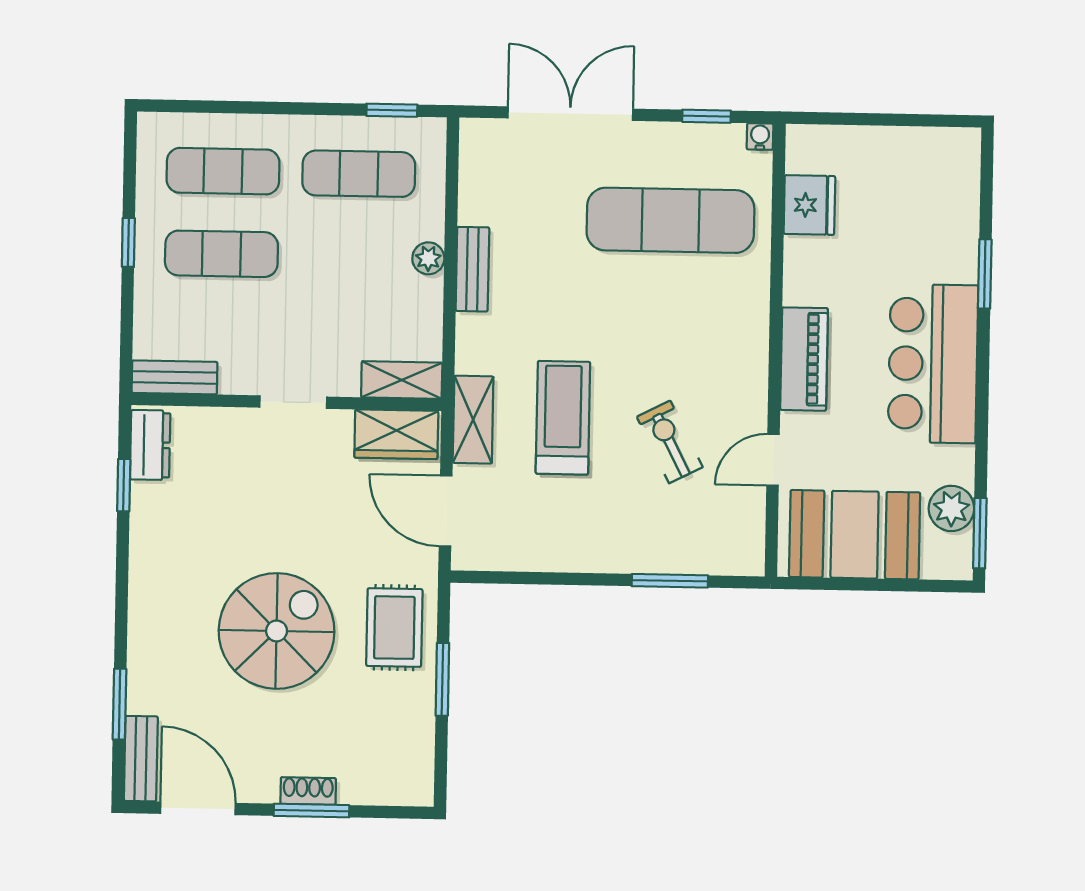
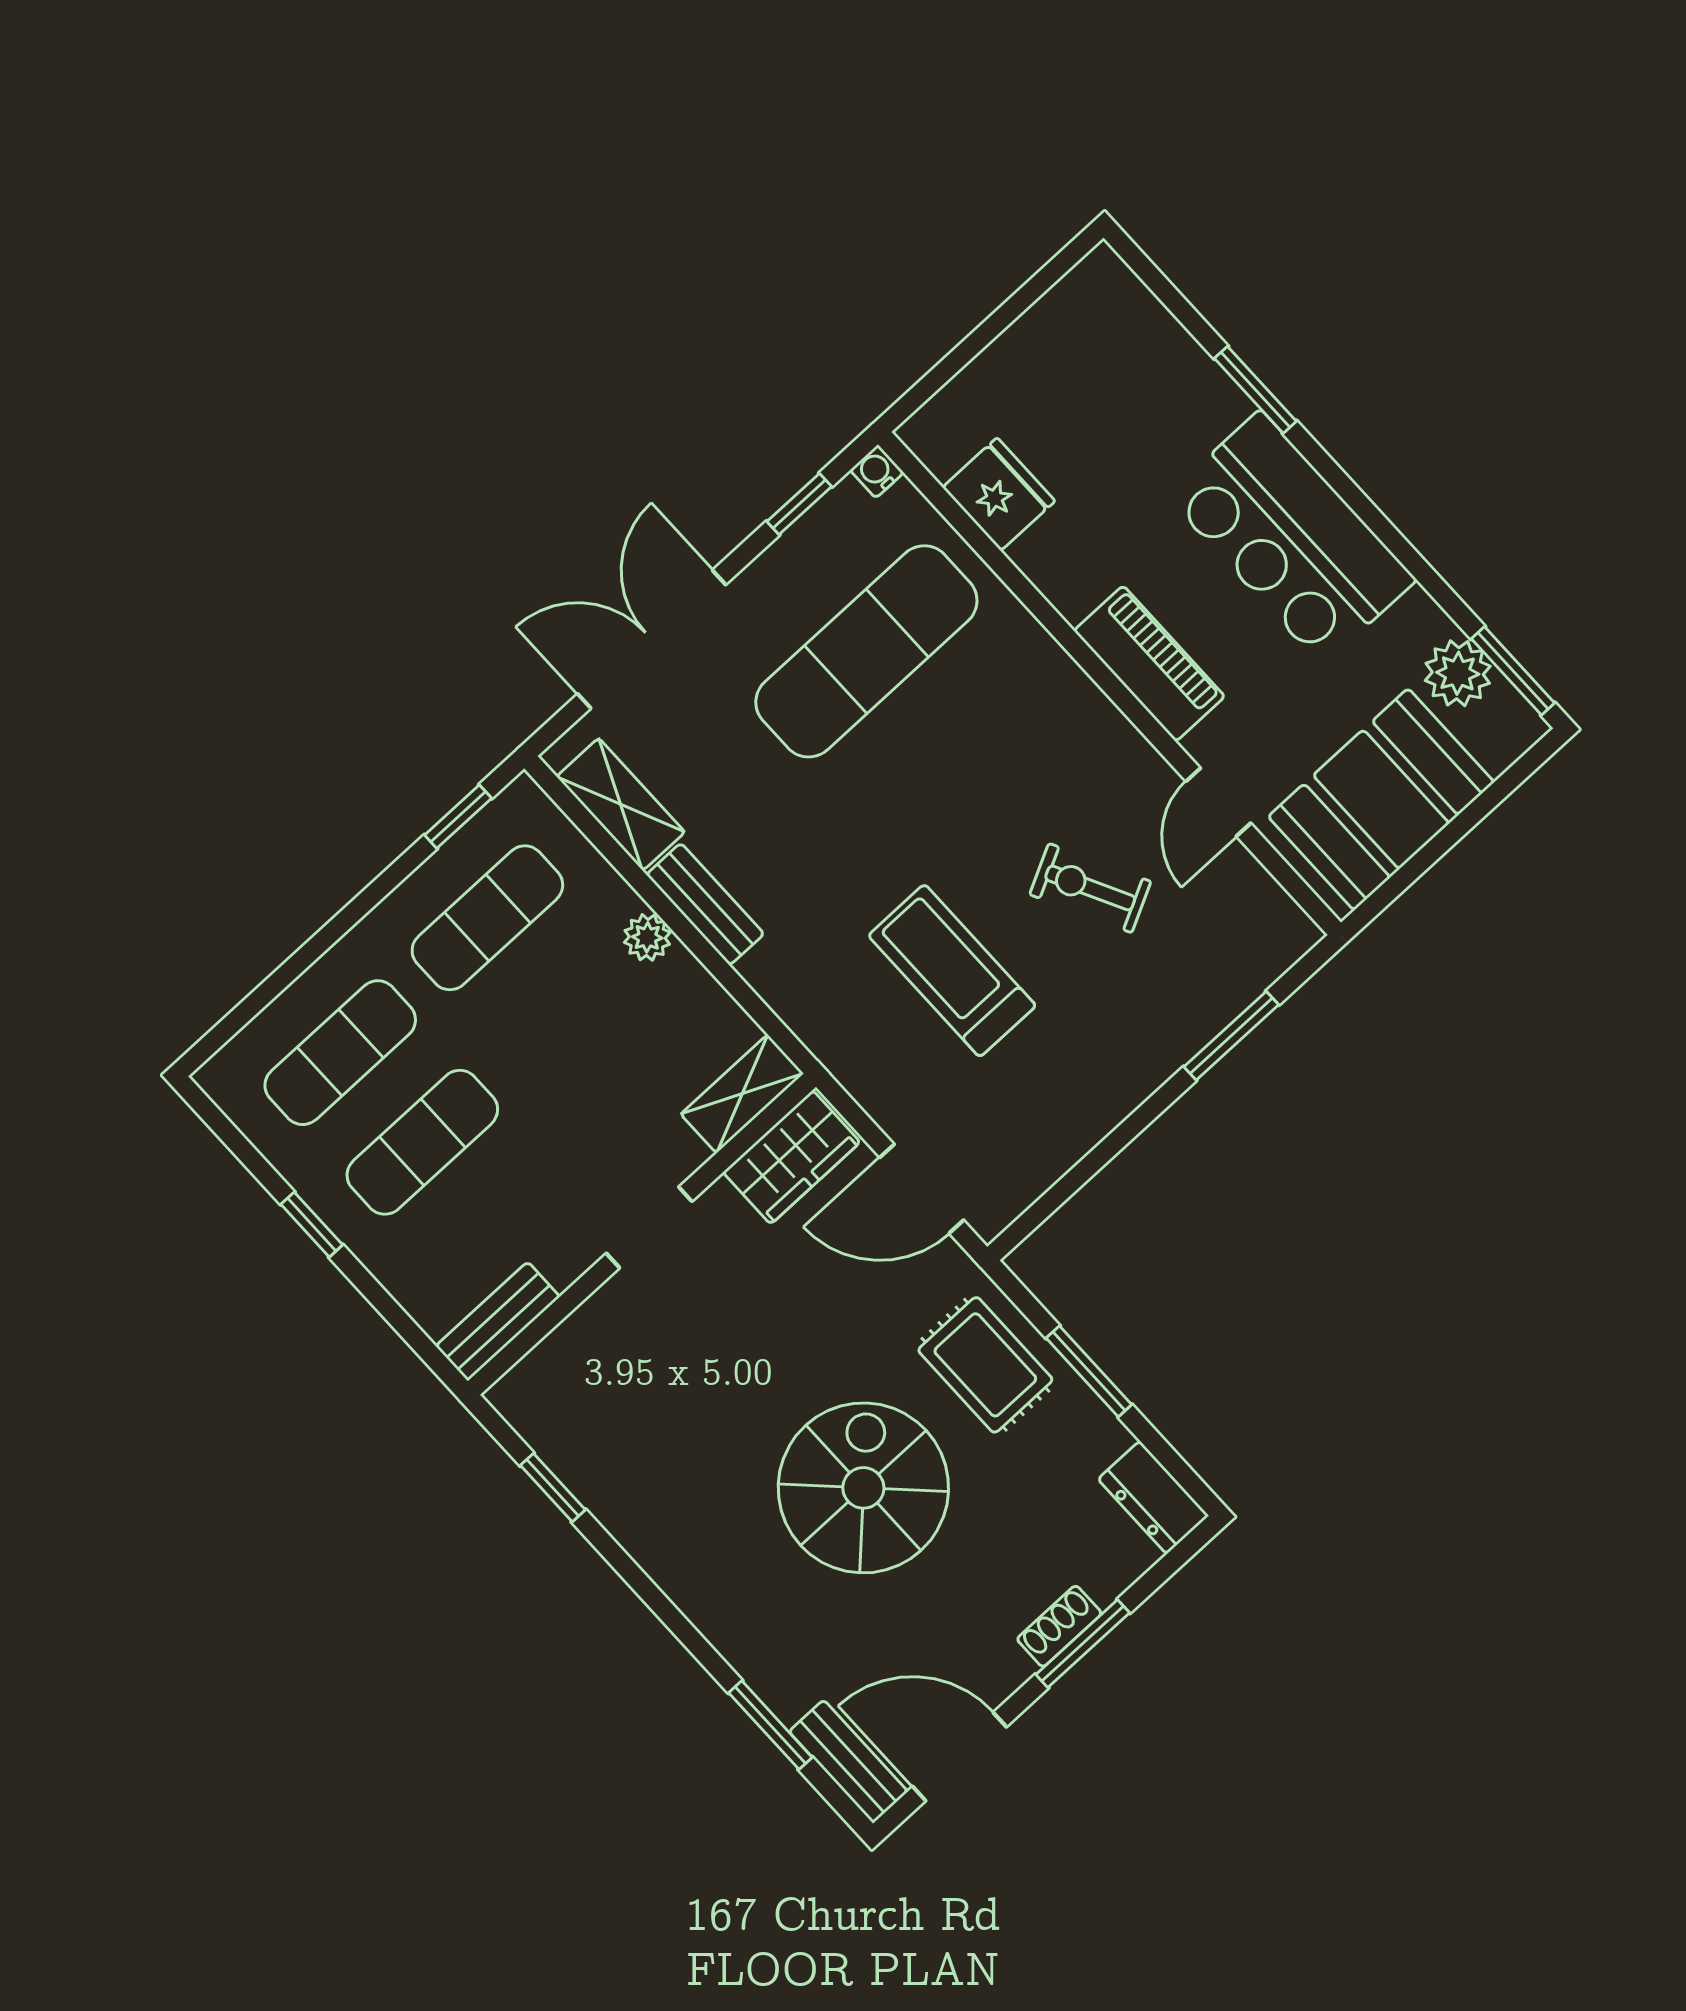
shelving: (473, 420) -> (621, 804), moved
dresser: (150, 445) -> (1153, 1497), moved, turned 180

